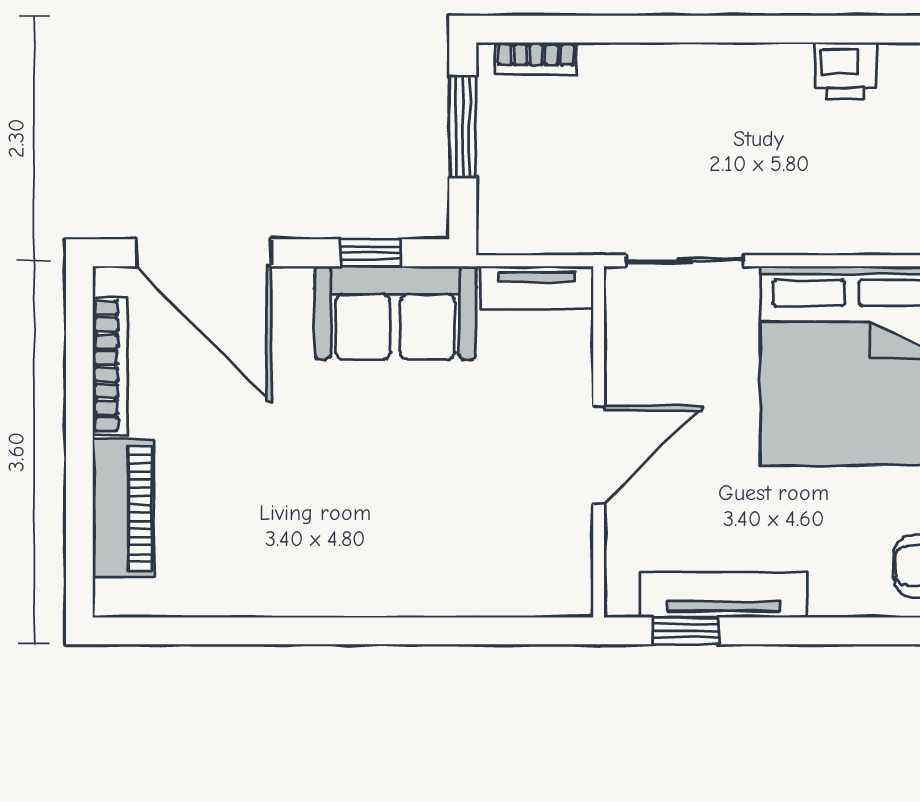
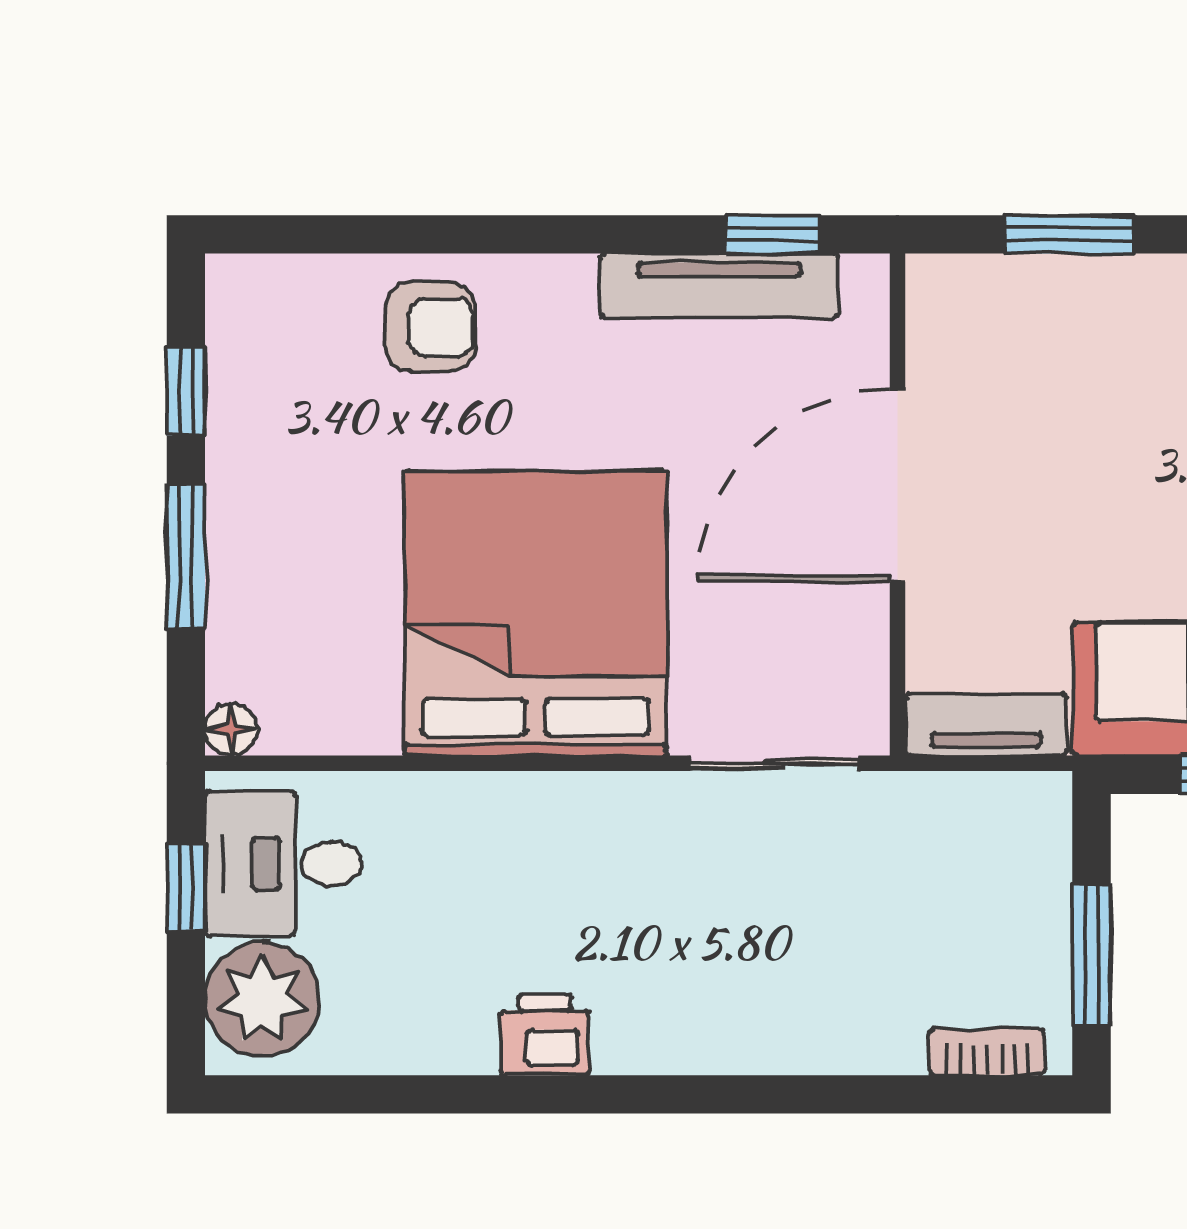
door: (599, 455) -> (897, 486), width x1.36
window: (478, 631) -> (1069, 234), added

